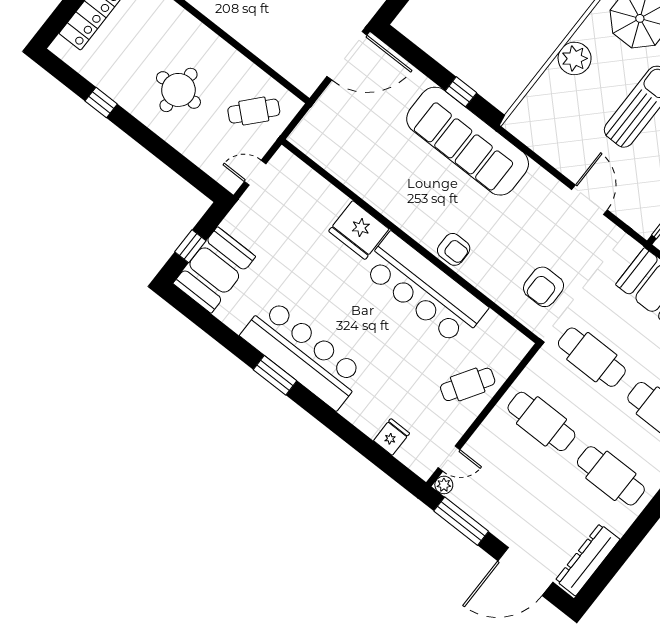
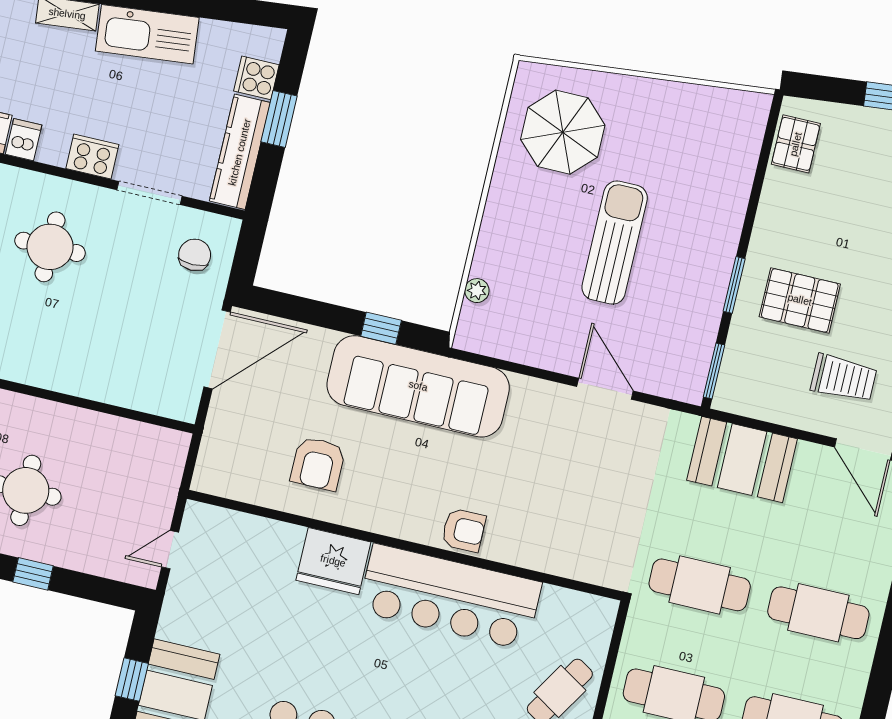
plant: (575, 58) -> (477, 291), moved, width x0.53, depth x0.53
cafe table: (254, 111) -> (132, 473), removed
window: (158, 147) -> (33, 574), added
armchair: (544, 287) -> (318, 464), moved

